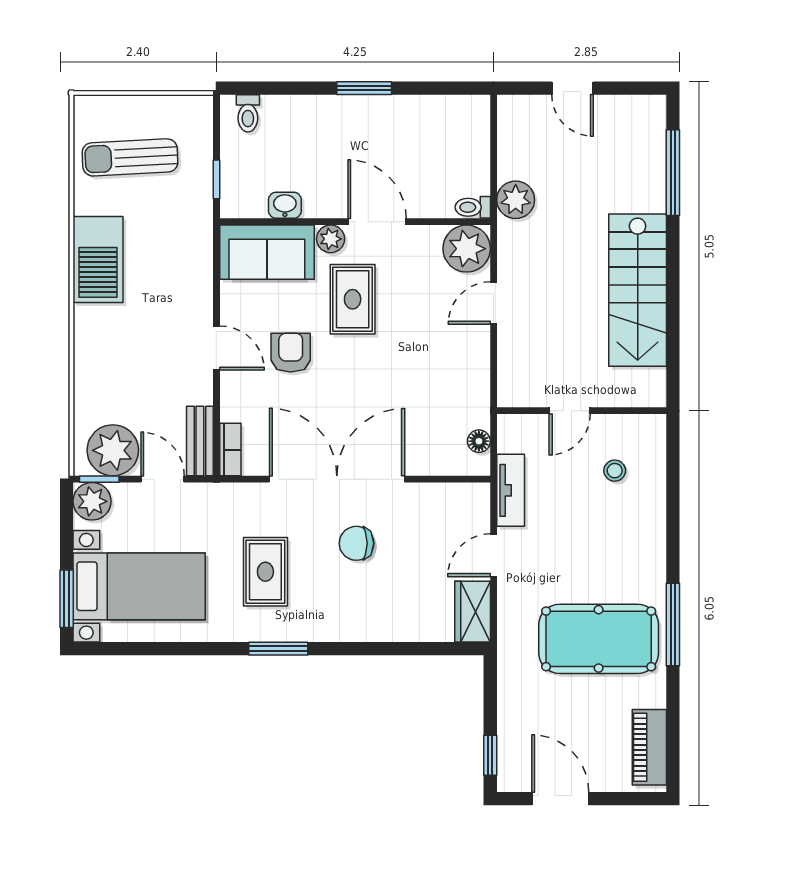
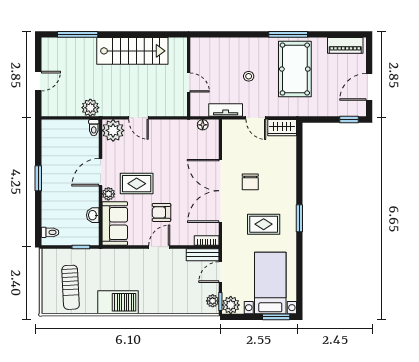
plant: (113, 450) -> (213, 301), width x0.53, depth x0.53
stool: (615, 471) -> (249, 76), moved

